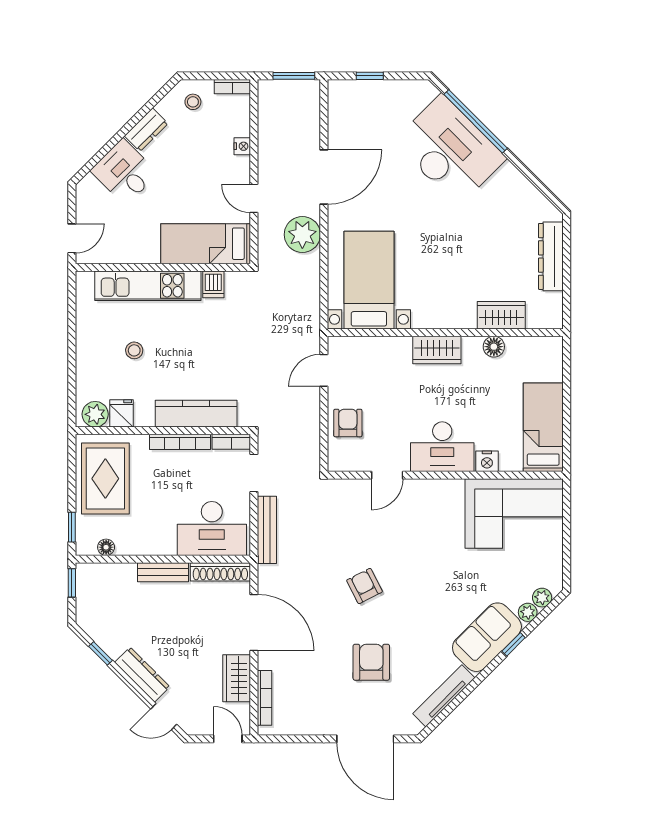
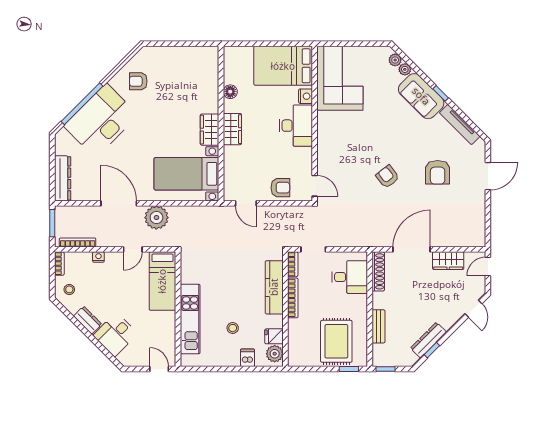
window: (370, 76) -> (52, 173), removed
armchair: (510, 207) -> (138, 81), added
dresser: (551, 256) -> (63, 178), moved, turned -90
dishwasher: (213, 284) -> (248, 358), moved, turned -90
wardrobe: (501, 315) -> (210, 130), moved
armchair: (348, 423) -> (280, 188), turned 180
bed: (543, 427) -> (283, 66), width x1.50
door: (387, 475) -> (315, 186), moved
rug: (105, 479) -> (336, 341), moved, turned 90
desk: (212, 528) -> (350, 277), width x0.73
bench: (267, 530) -> (351, 241), removed
floor lamp: (106, 547) -> (362, 347), removed
bench: (163, 572) -> (378, 326), moved
armchair: (364, 586) -> (387, 177), turned 79
window: (514, 644) -> (441, 93), moved
armchair: (371, 662) -> (438, 172), turned -90
dresser: (142, 675) -> (428, 340), moved
bookcase: (264, 698) -> (78, 242), moved
door: (365, 739) -> (488, 176), width x0.73

